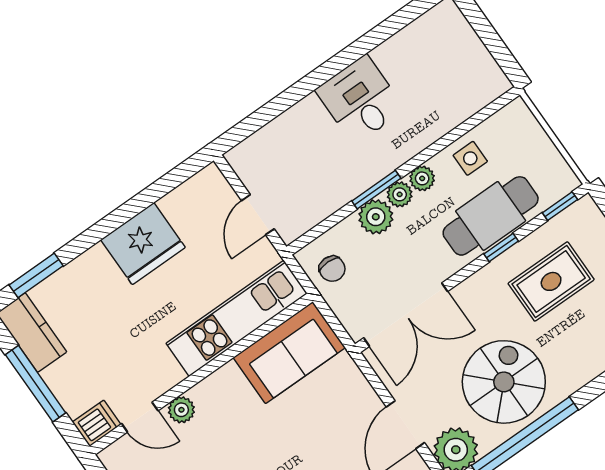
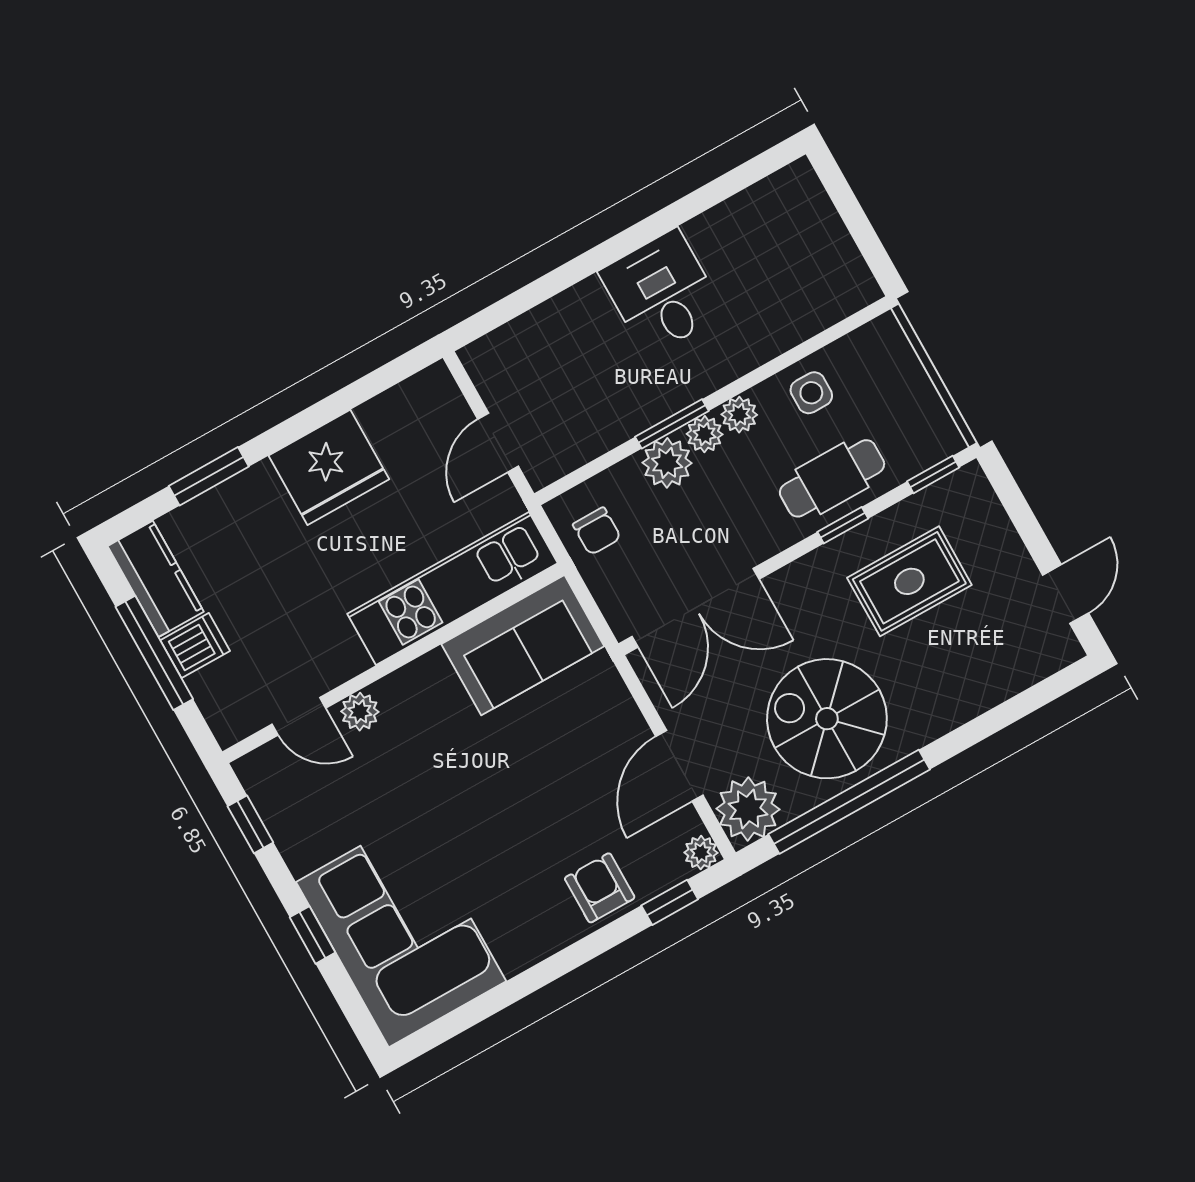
cafe table: (491, 216) -> (832, 478), width x0.73, depth x0.74
window: (36, 275) -> (209, 476), moved
spiral stairs: (504, 382) -> (827, 719), turned -90
dishwasher: (97, 423) -> (195, 646), moved

